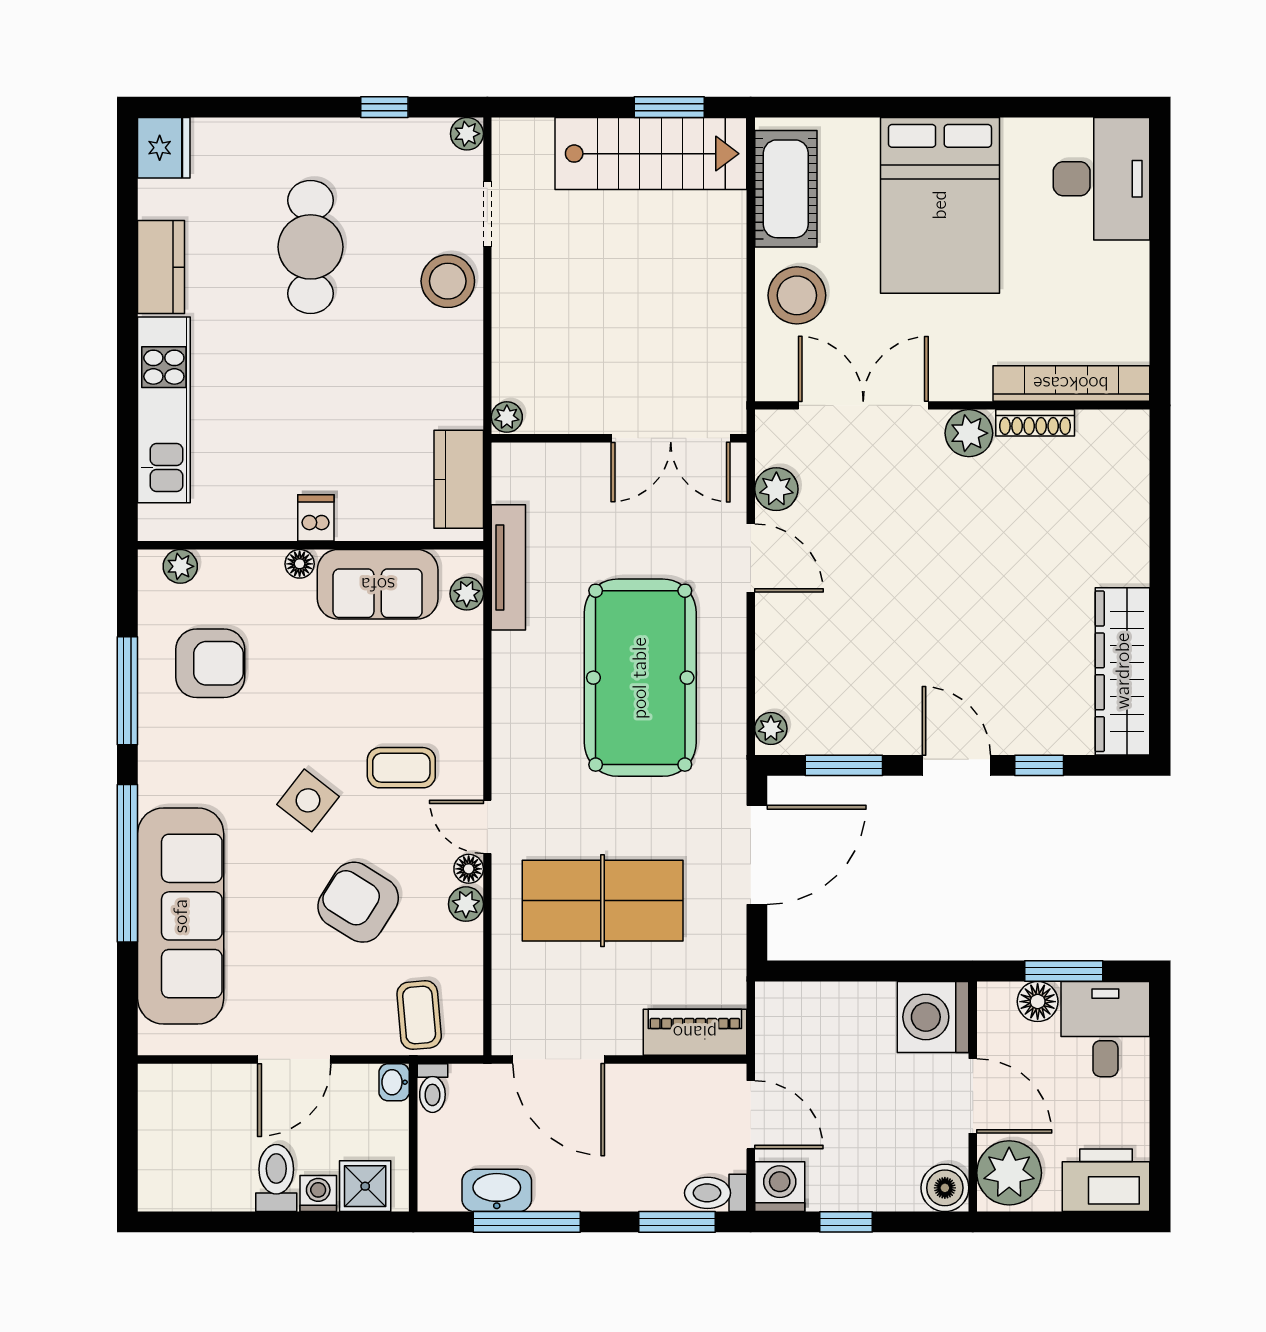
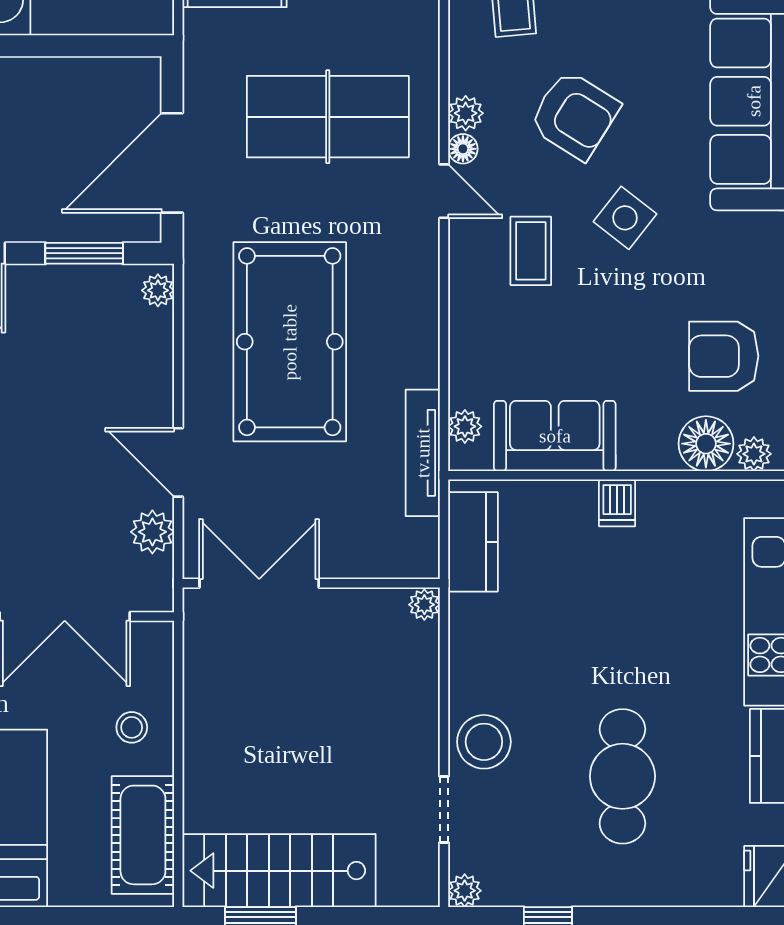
stool: (797, 295) -> (132, 727), width x0.53, depth x0.53
floor lamp: (300, 564) -> (706, 444), moved, width x1.89, depth x1.89
coffee table: (401, 768) -> (531, 251), turned 90

